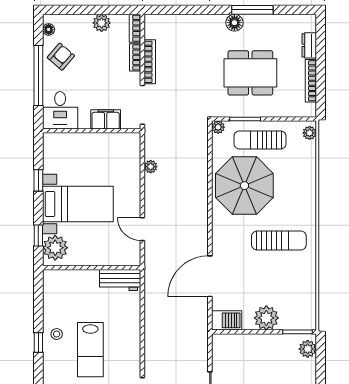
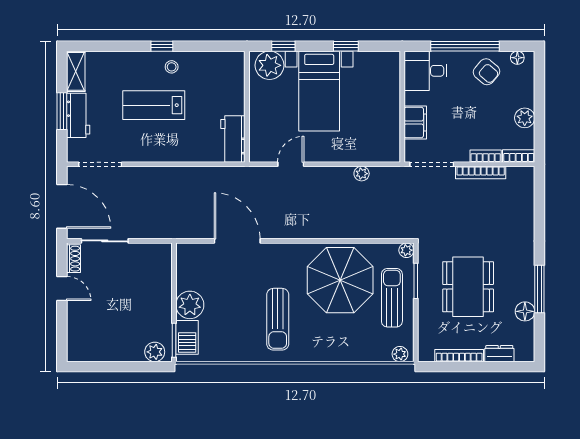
floor lamp: (234, 23) -> (525, 311), moved
barbecue: (227, 320) -> (187, 337), moved

